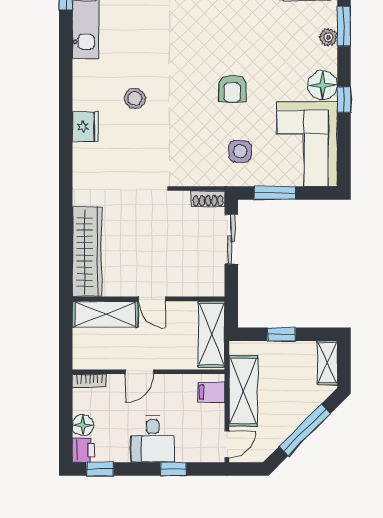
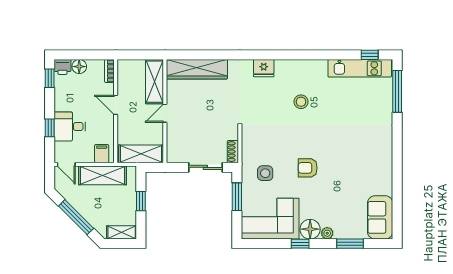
plant: (328, 37) -> (327, 233), moved
fridge: (85, 127) -> (264, 68), moved
desk: (153, 439) -> (70, 126), moved

